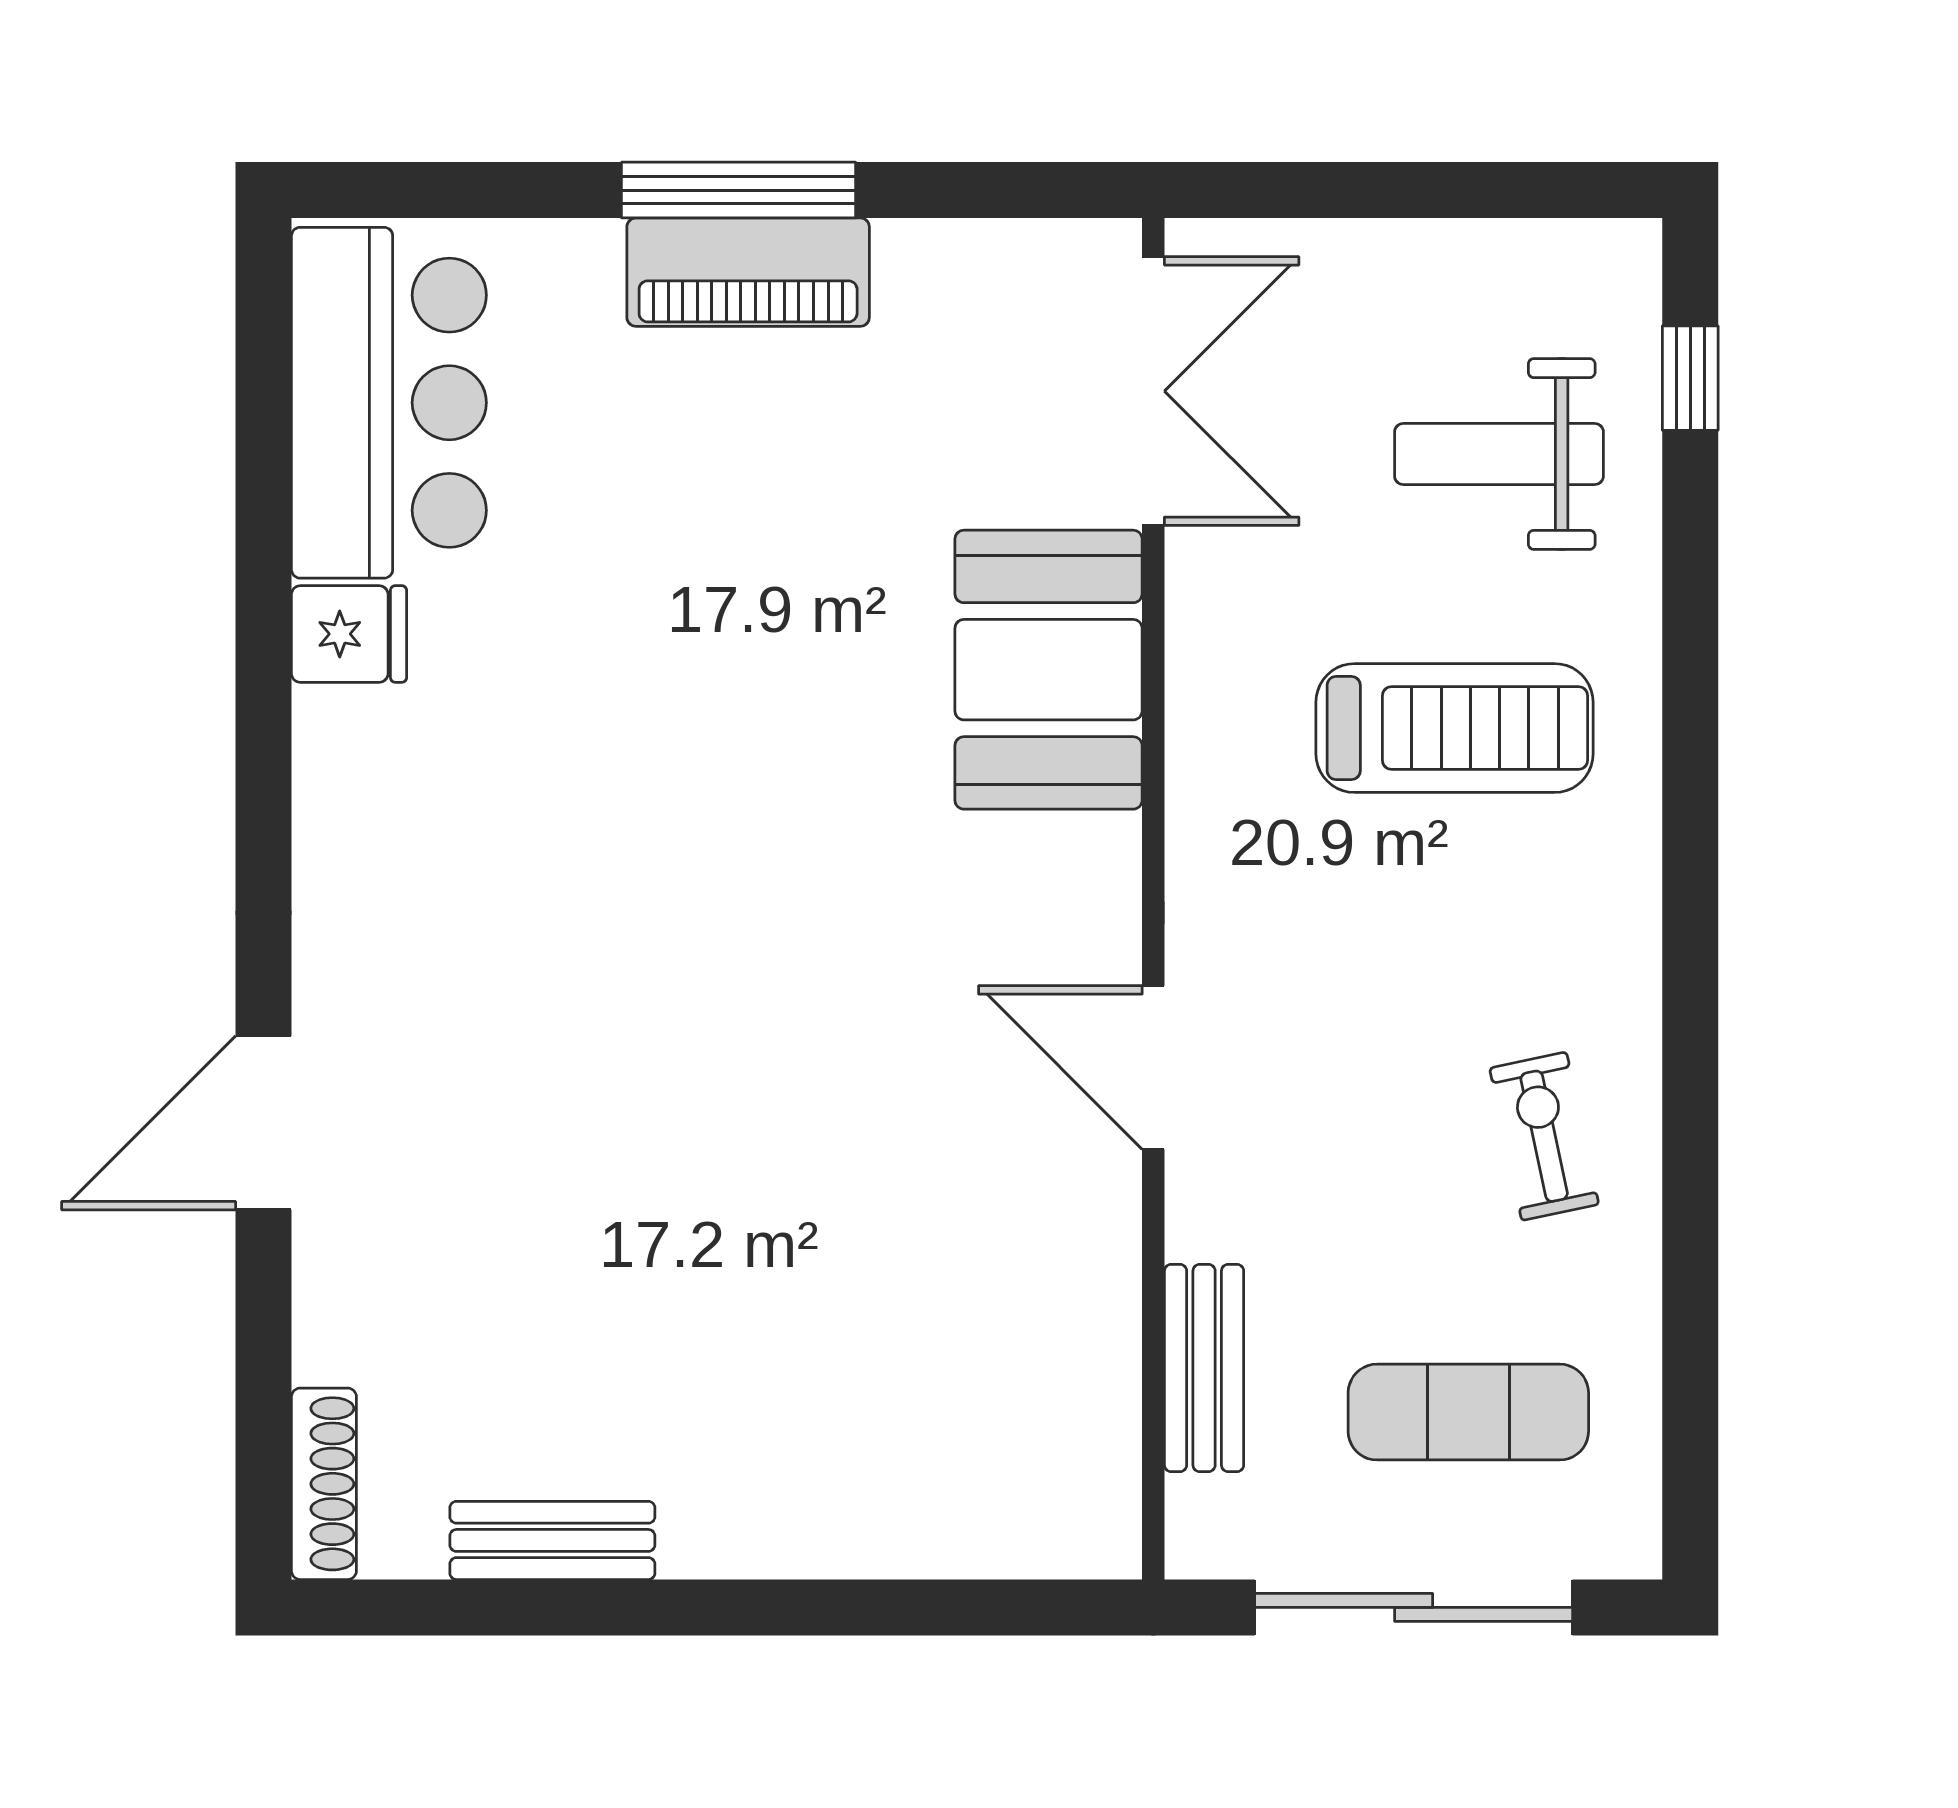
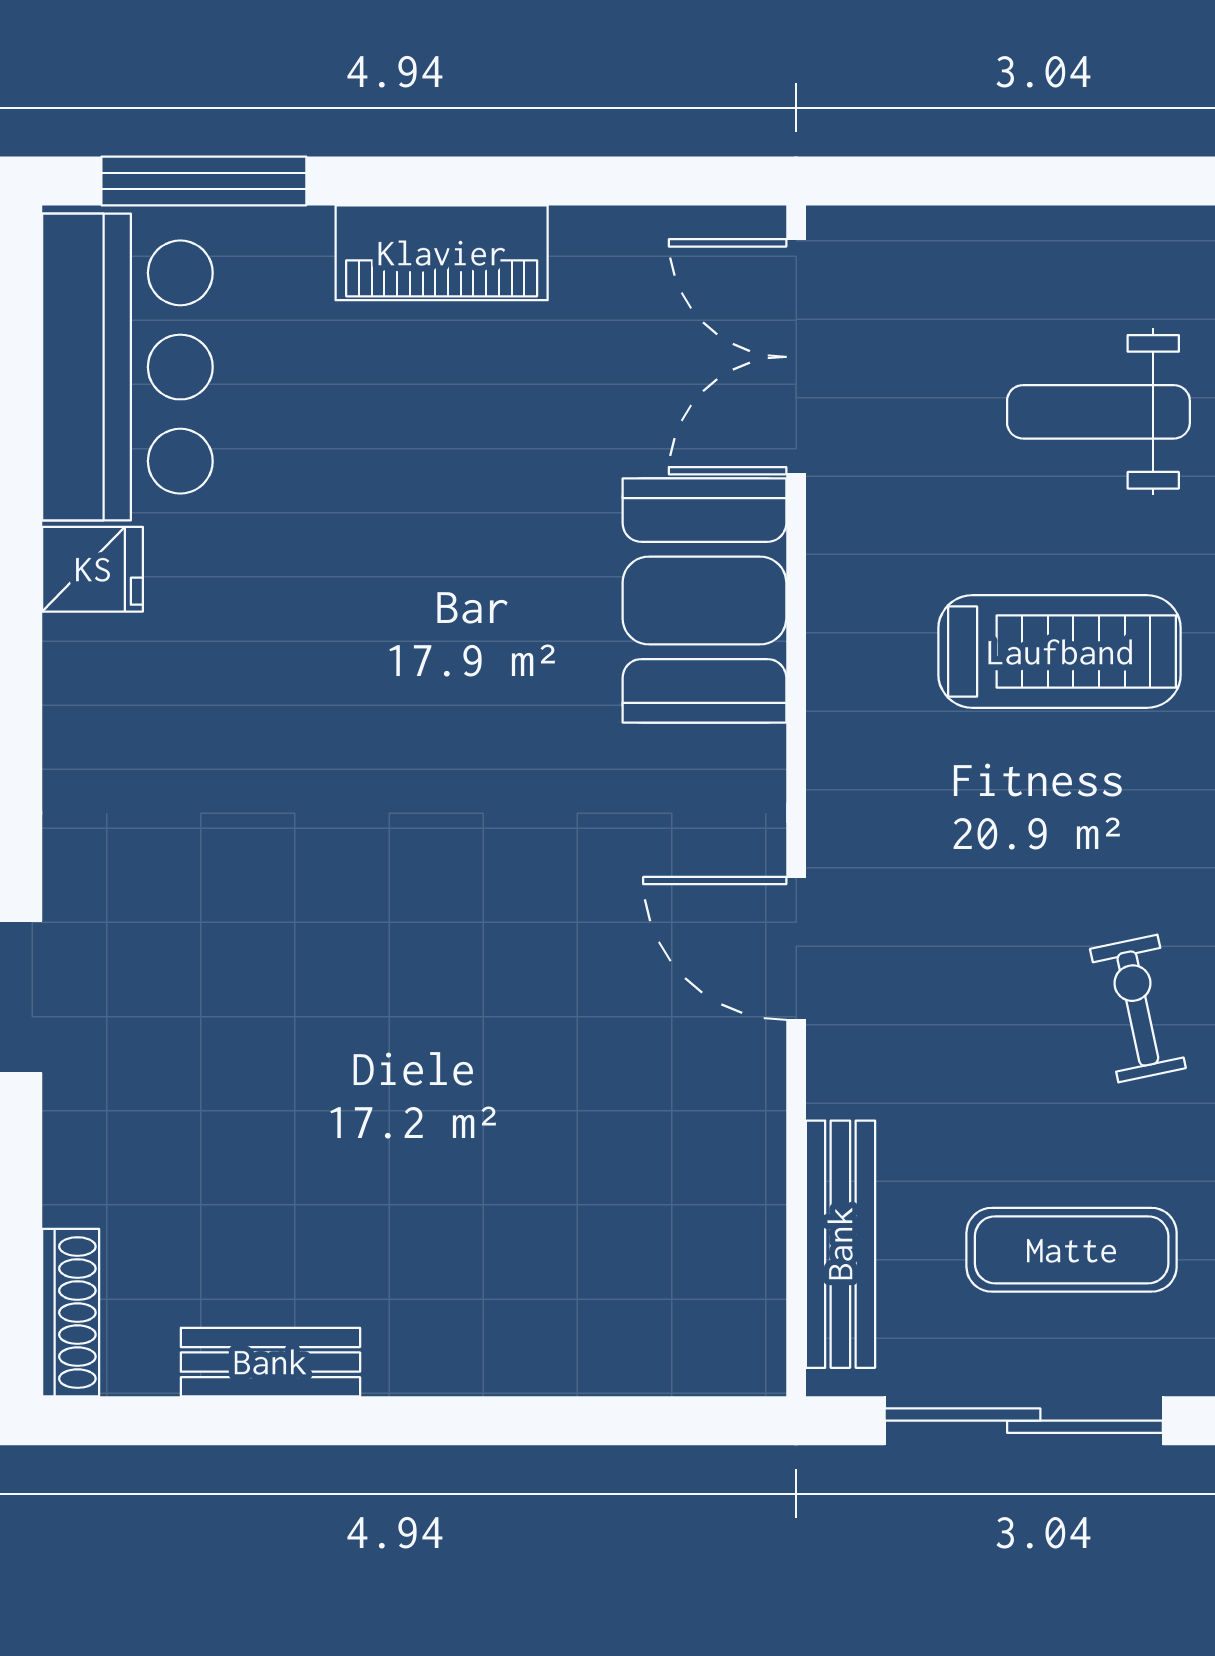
window: (739, 190) -> (204, 181), moved
double door: (1153, 391) -> (796, 357), swing flipped
bench: (1204, 1368) -> (840, 1244), width x1.36

